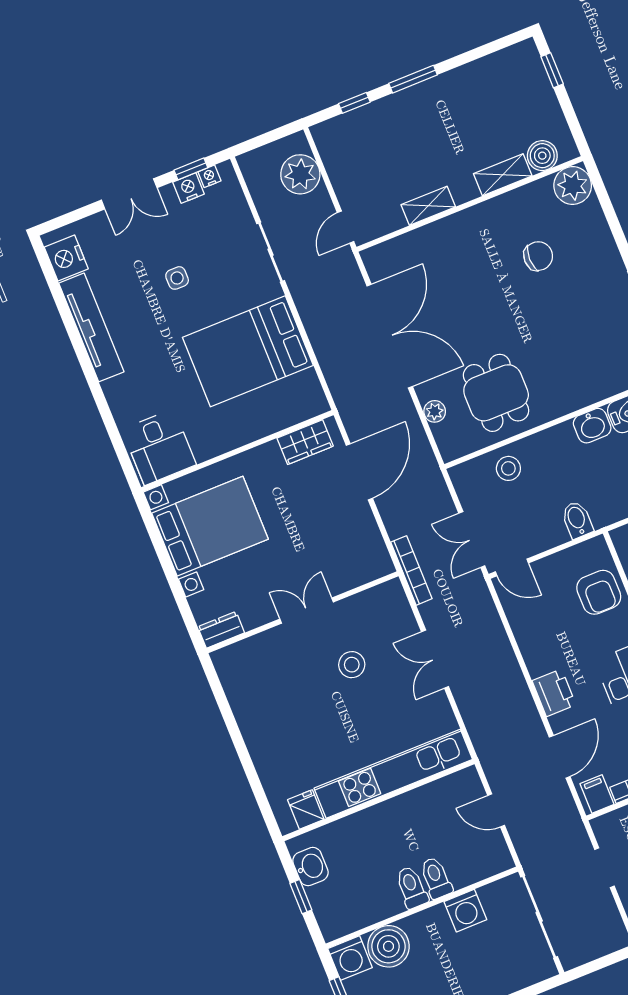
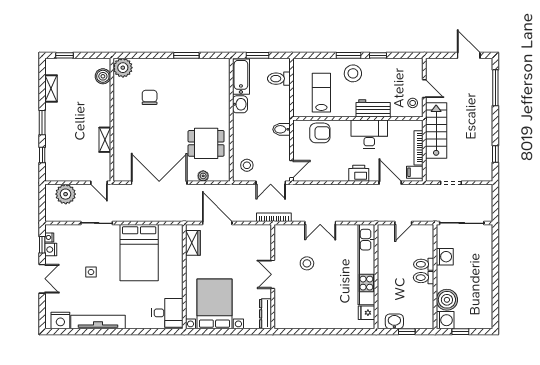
shelving: (503, 175) -> (51, 88), moved
stool: (508, 468) -> (247, 165), moved
dresser: (221, 630) -> (265, 314), width x1.44

